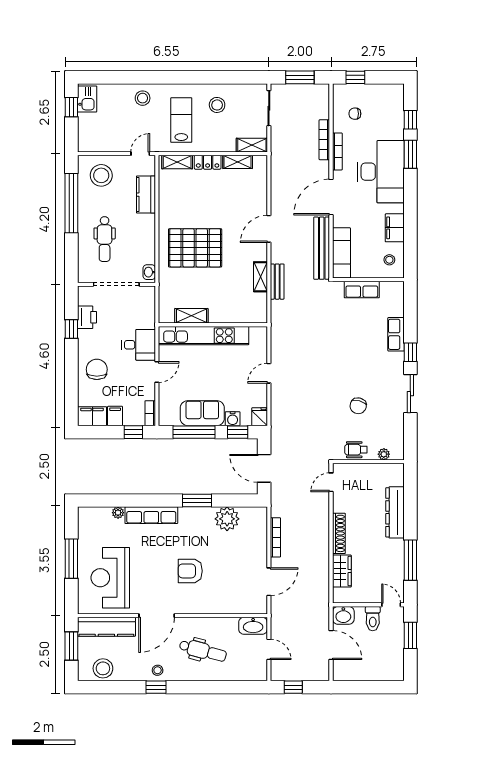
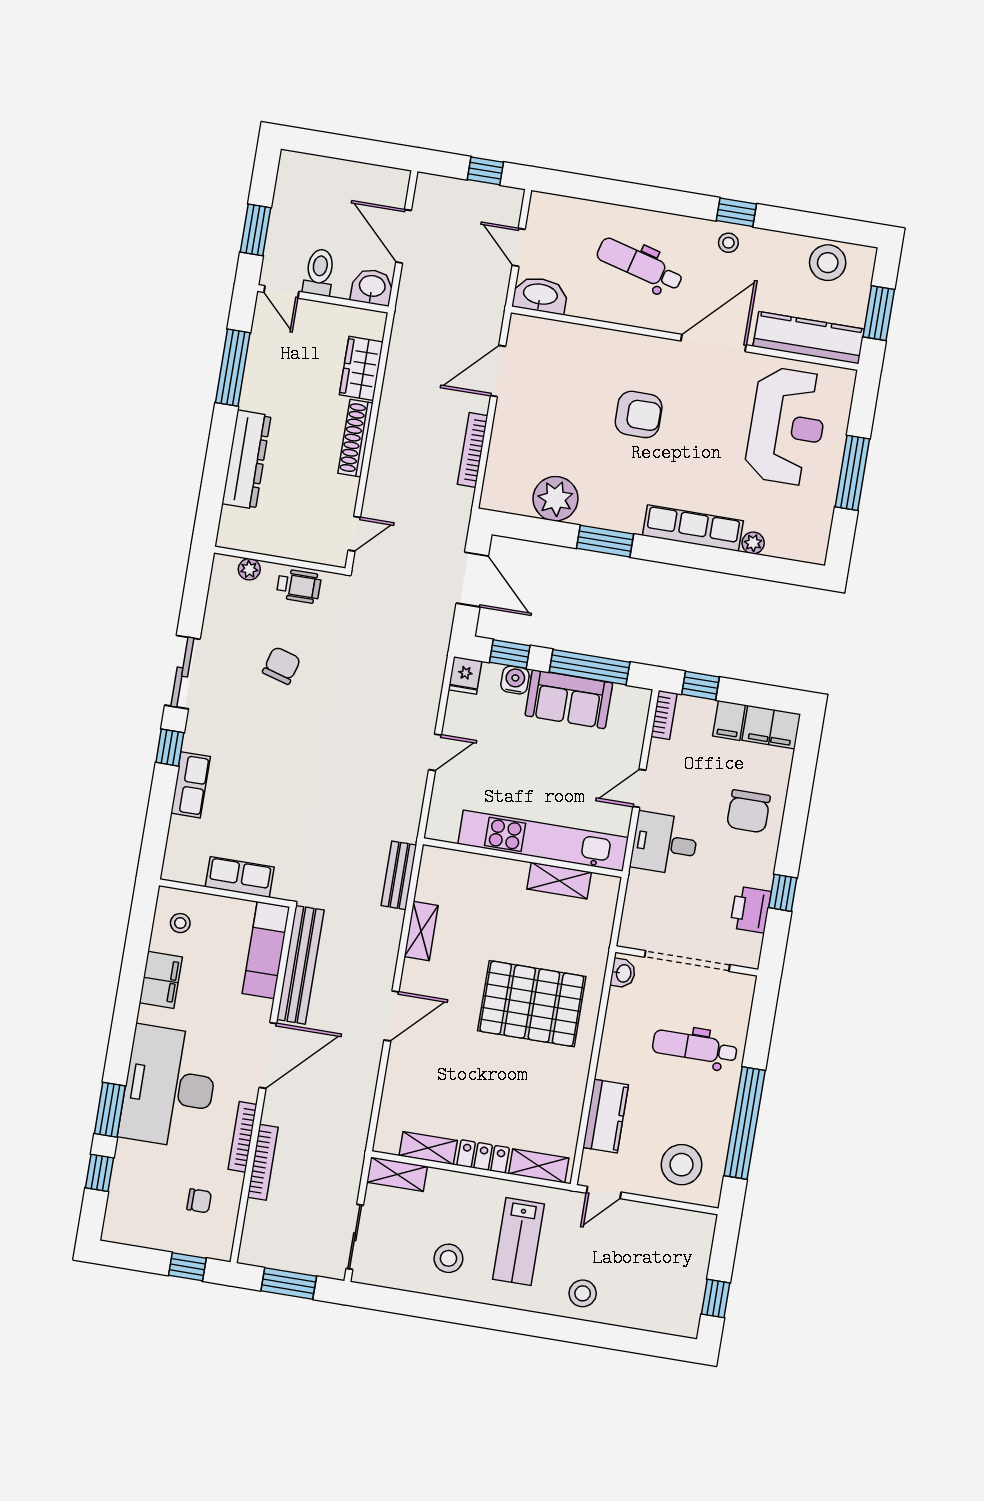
kitchen sink: (87, 99) -> (684, 1309), removed
dental chair: (105, 239) -> (695, 1047), turned -90
bench: (277, 282) -> (399, 875), moved

